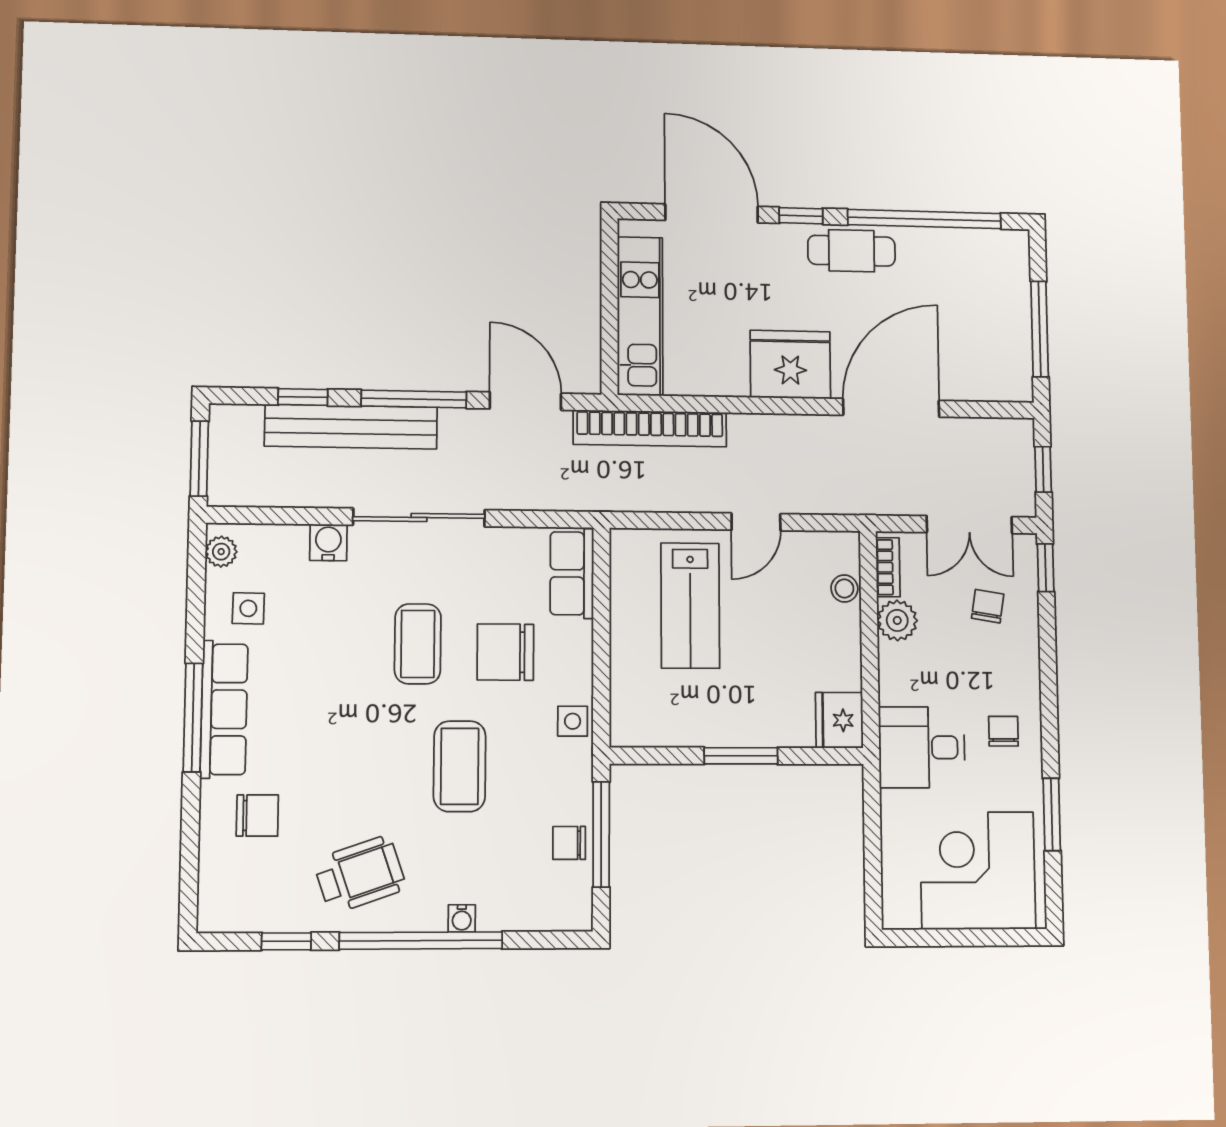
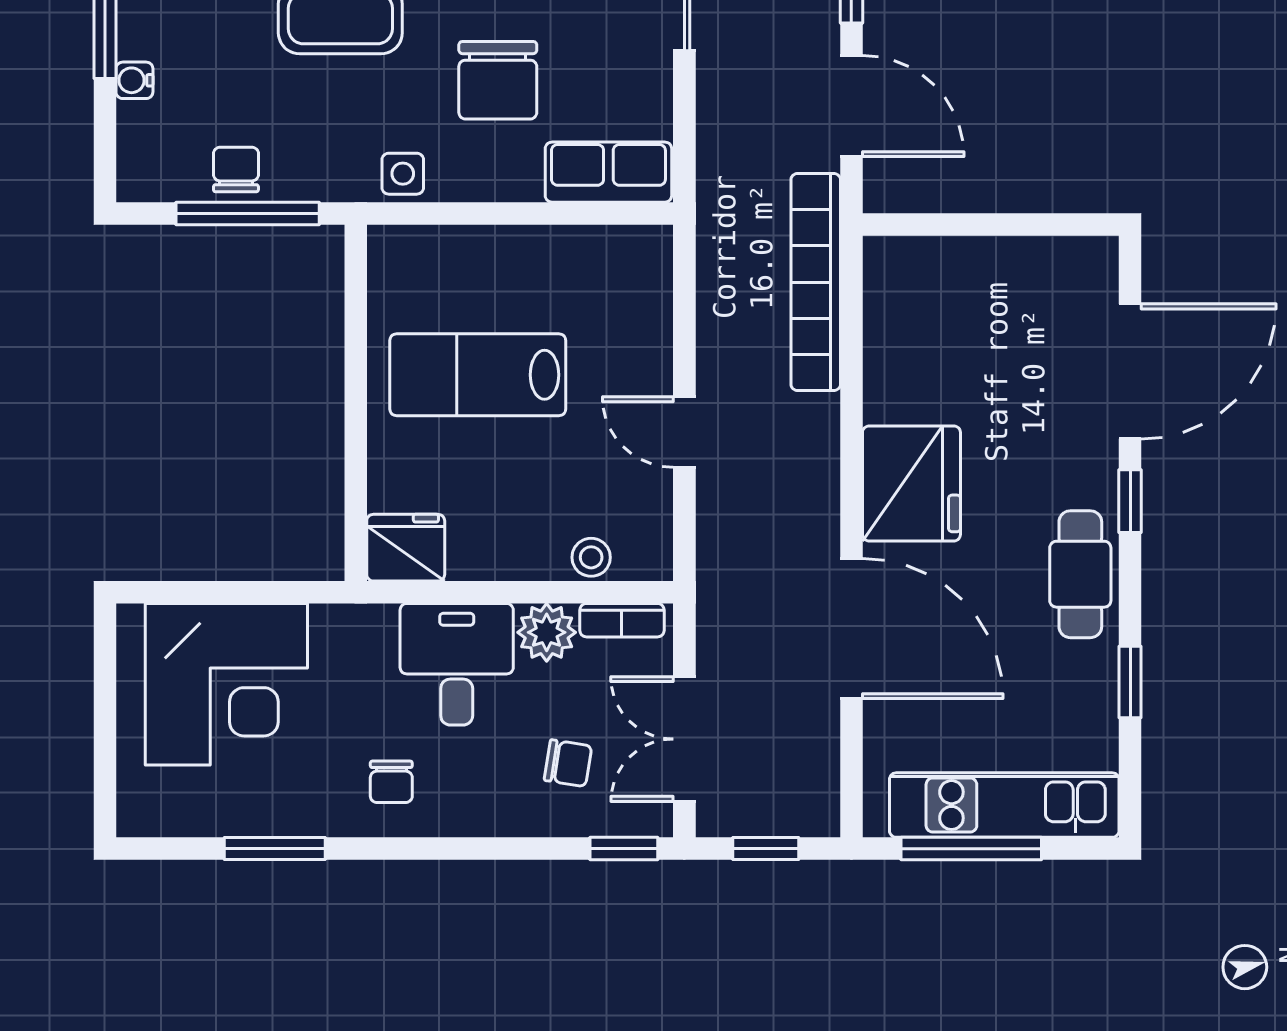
window: (924, 219) -> (1130, 682), width x0.32
kitchen unit: (640, 316) -> (1004, 805), moved, turned 180
door: (525, 401) -> (851, 106), hinge flipped
lab bench: (690, 606) -> (478, 375), moved
chair: (505, 652) -> (498, 80), turned 180
chair: (1003, 731) -> (391, 782), turned 90
desk: (922, 747) -> (457, 664), moved
window: (741, 756) -> (356, 408), removed
corner desk: (978, 871) -> (226, 684), moved, turned 90
water cooler: (462, 918) -> (134, 80), moved

